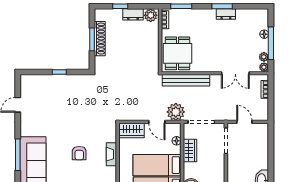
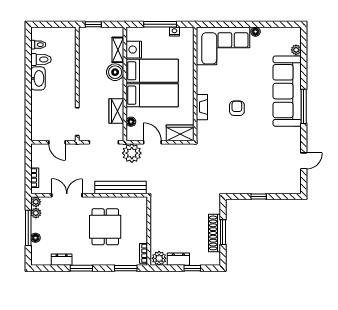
dresser: (226, 14) -> (62, 260), moved
dining table: (177, 53) -> (105, 227), moved

